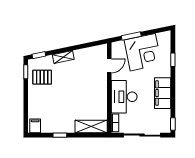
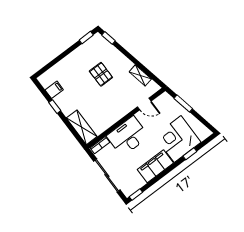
corner desk: (143, 52) -> (178, 139), moved, turned 102
shelving: (63, 57) -> (140, 75), moved
pallet: (42, 77) -> (101, 74), moved
filing cabinet: (35, 126) -> (54, 90), moved

